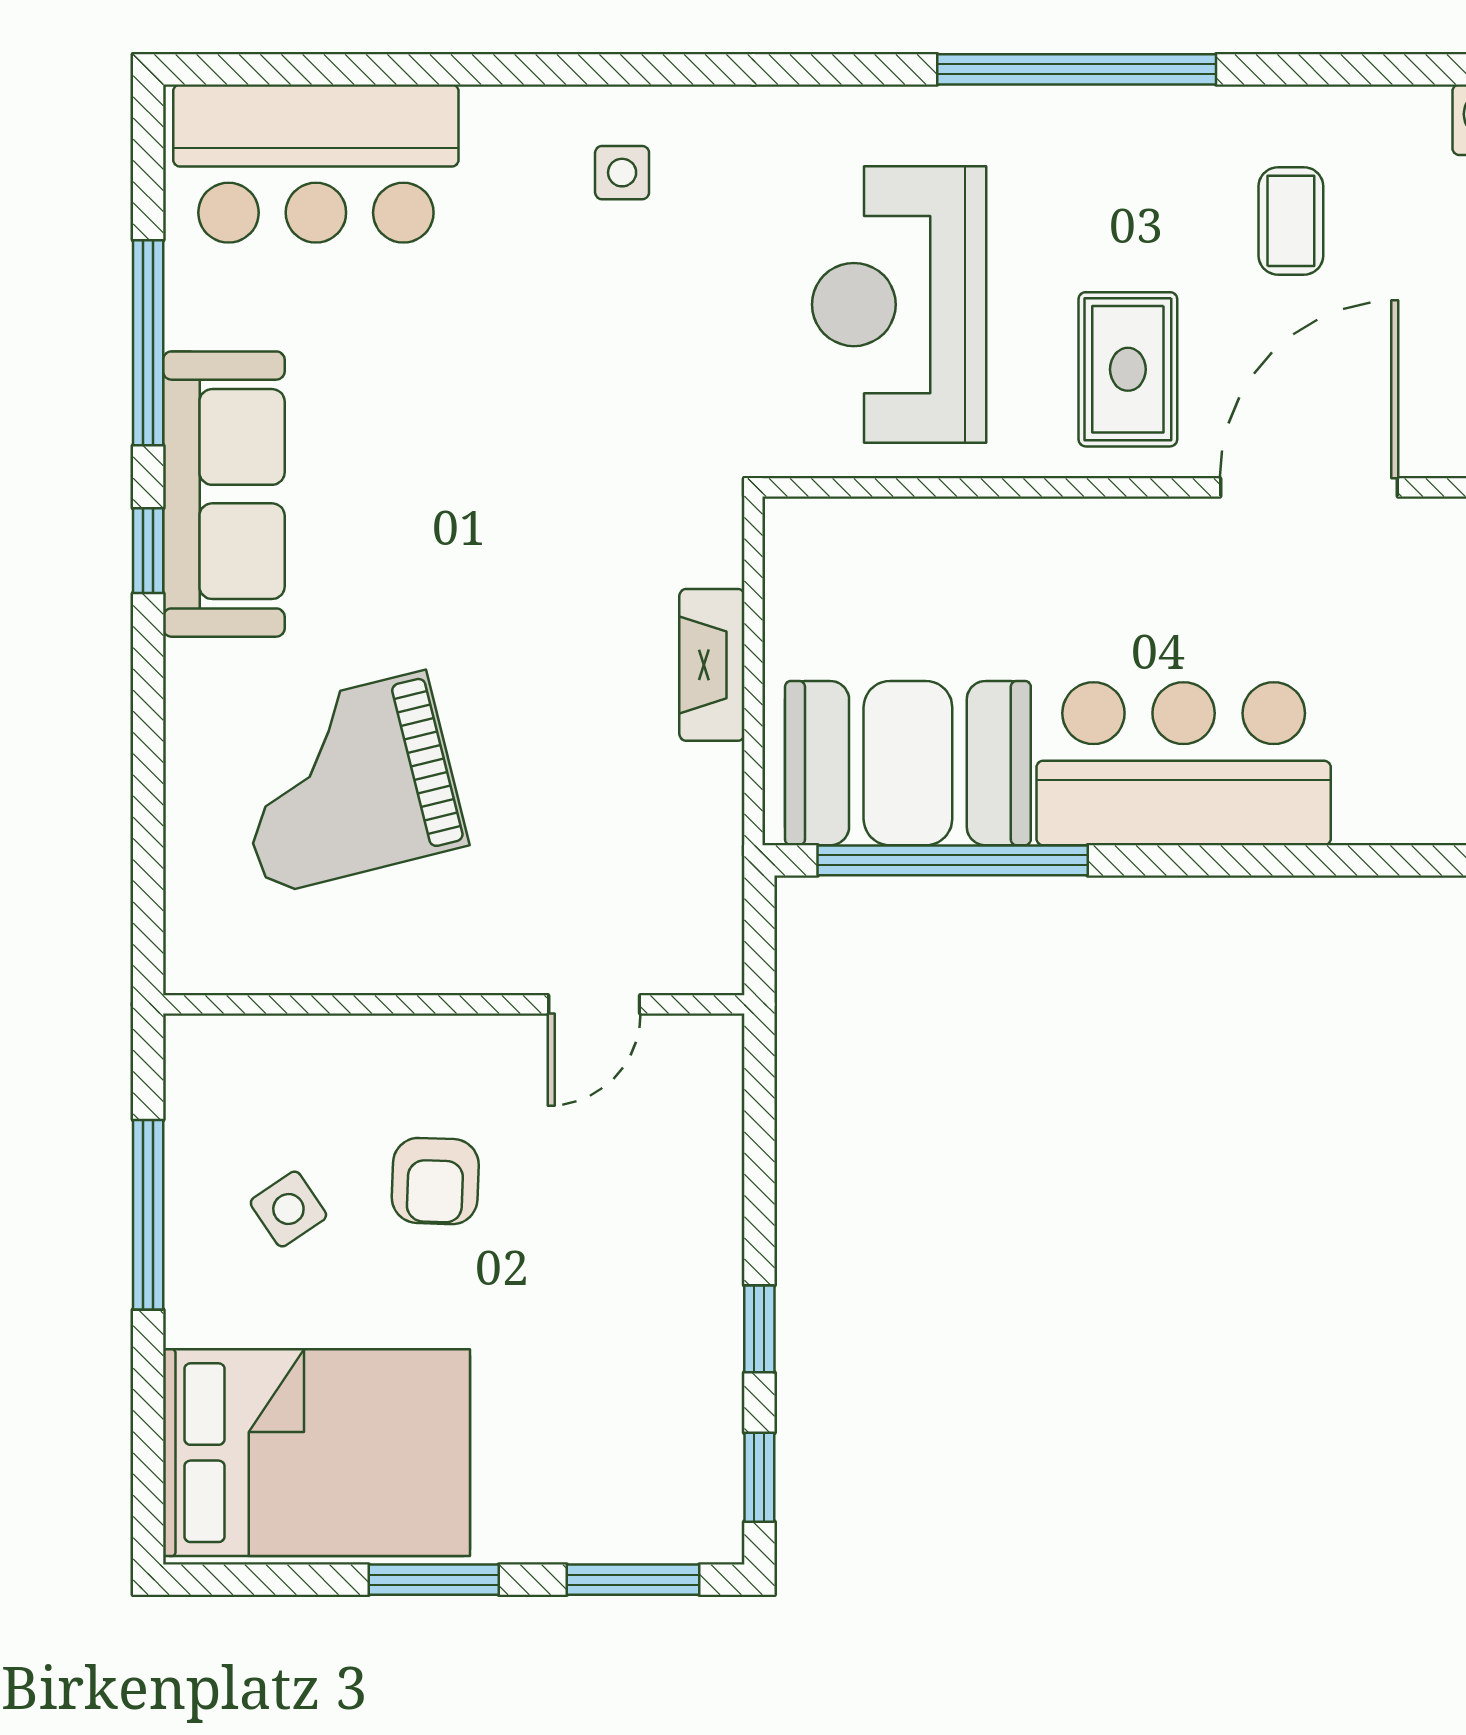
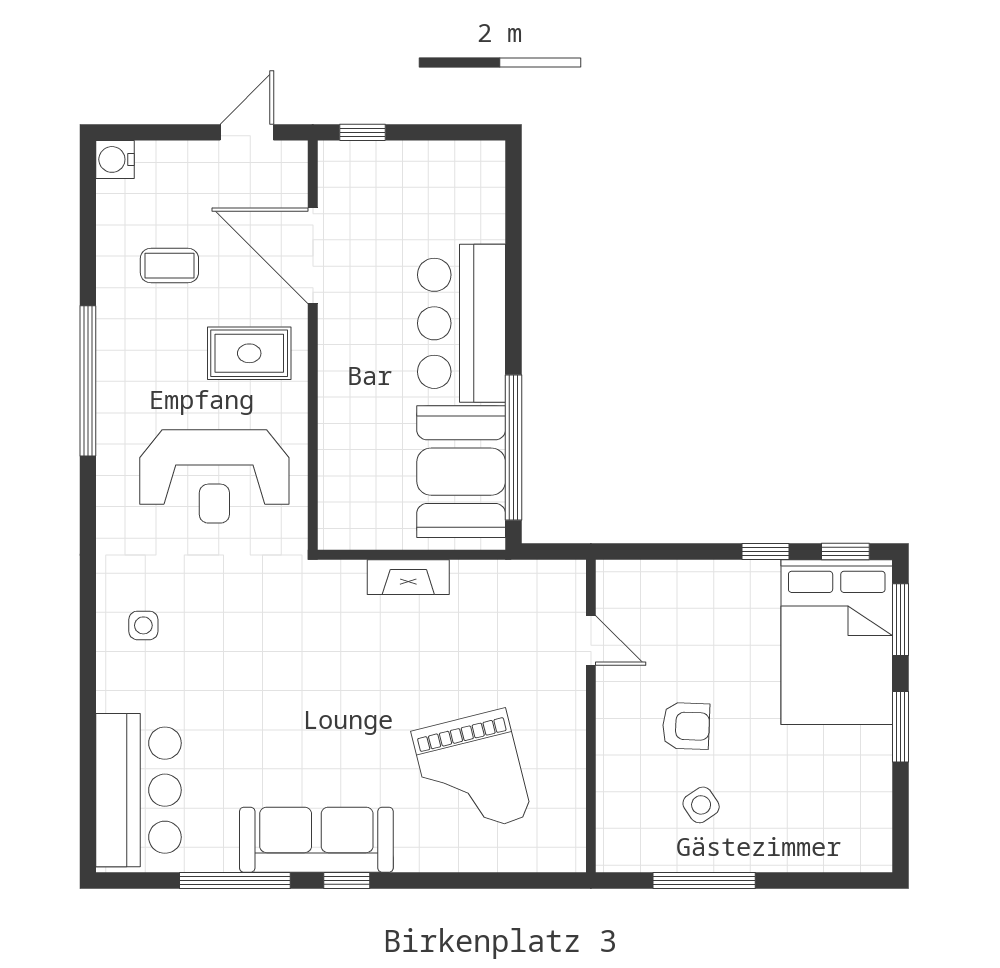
bed: (316, 1453) -> (837, 642), moved, turned 180

